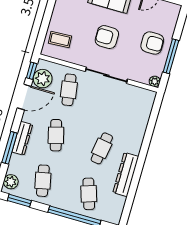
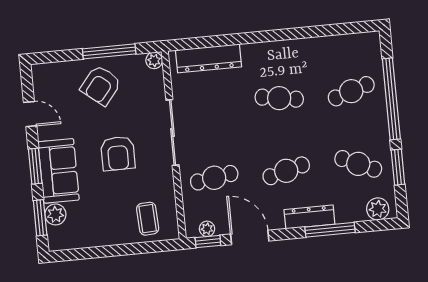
armchair: (152, 43) -> (101, 85), turned -141
plant: (43, 79) -> (207, 229), width x0.53, depth x0.53
dresser: (126, 174) -> (209, 58), moved
cafe table: (43, 181) -> (358, 164), turned 36
window: (19, 201) -> (398, 167), moved

